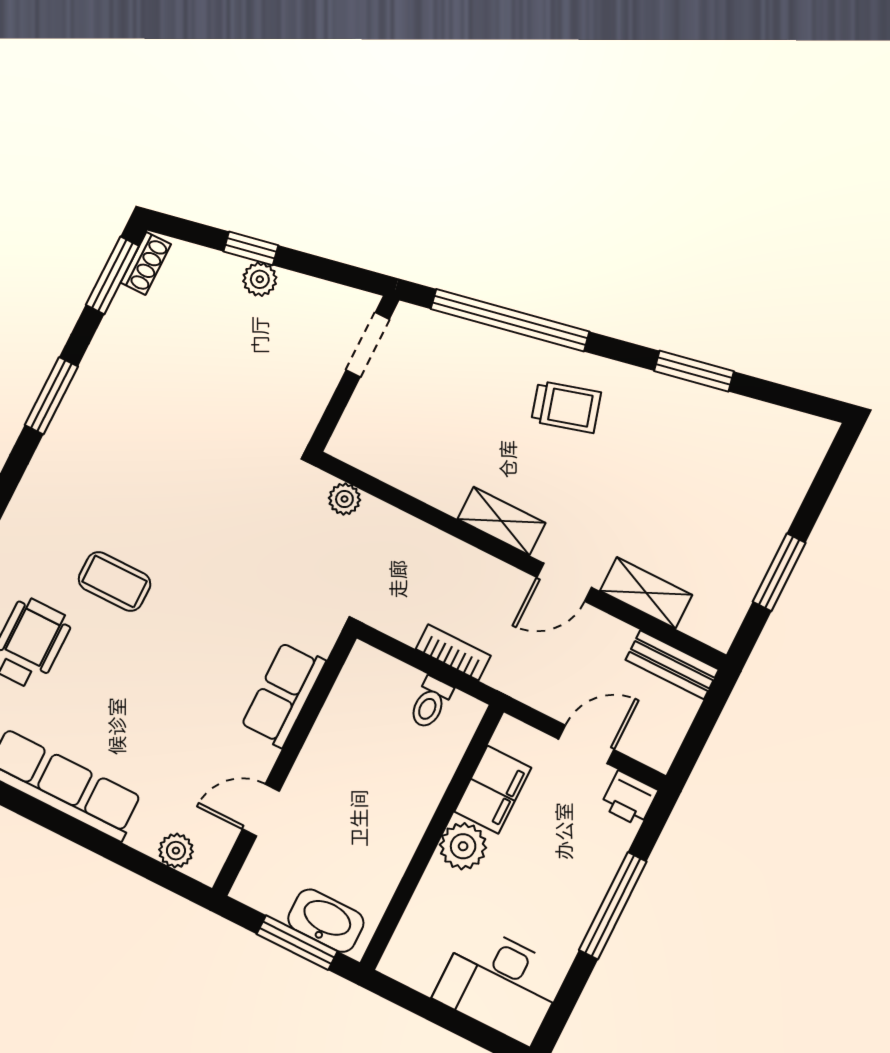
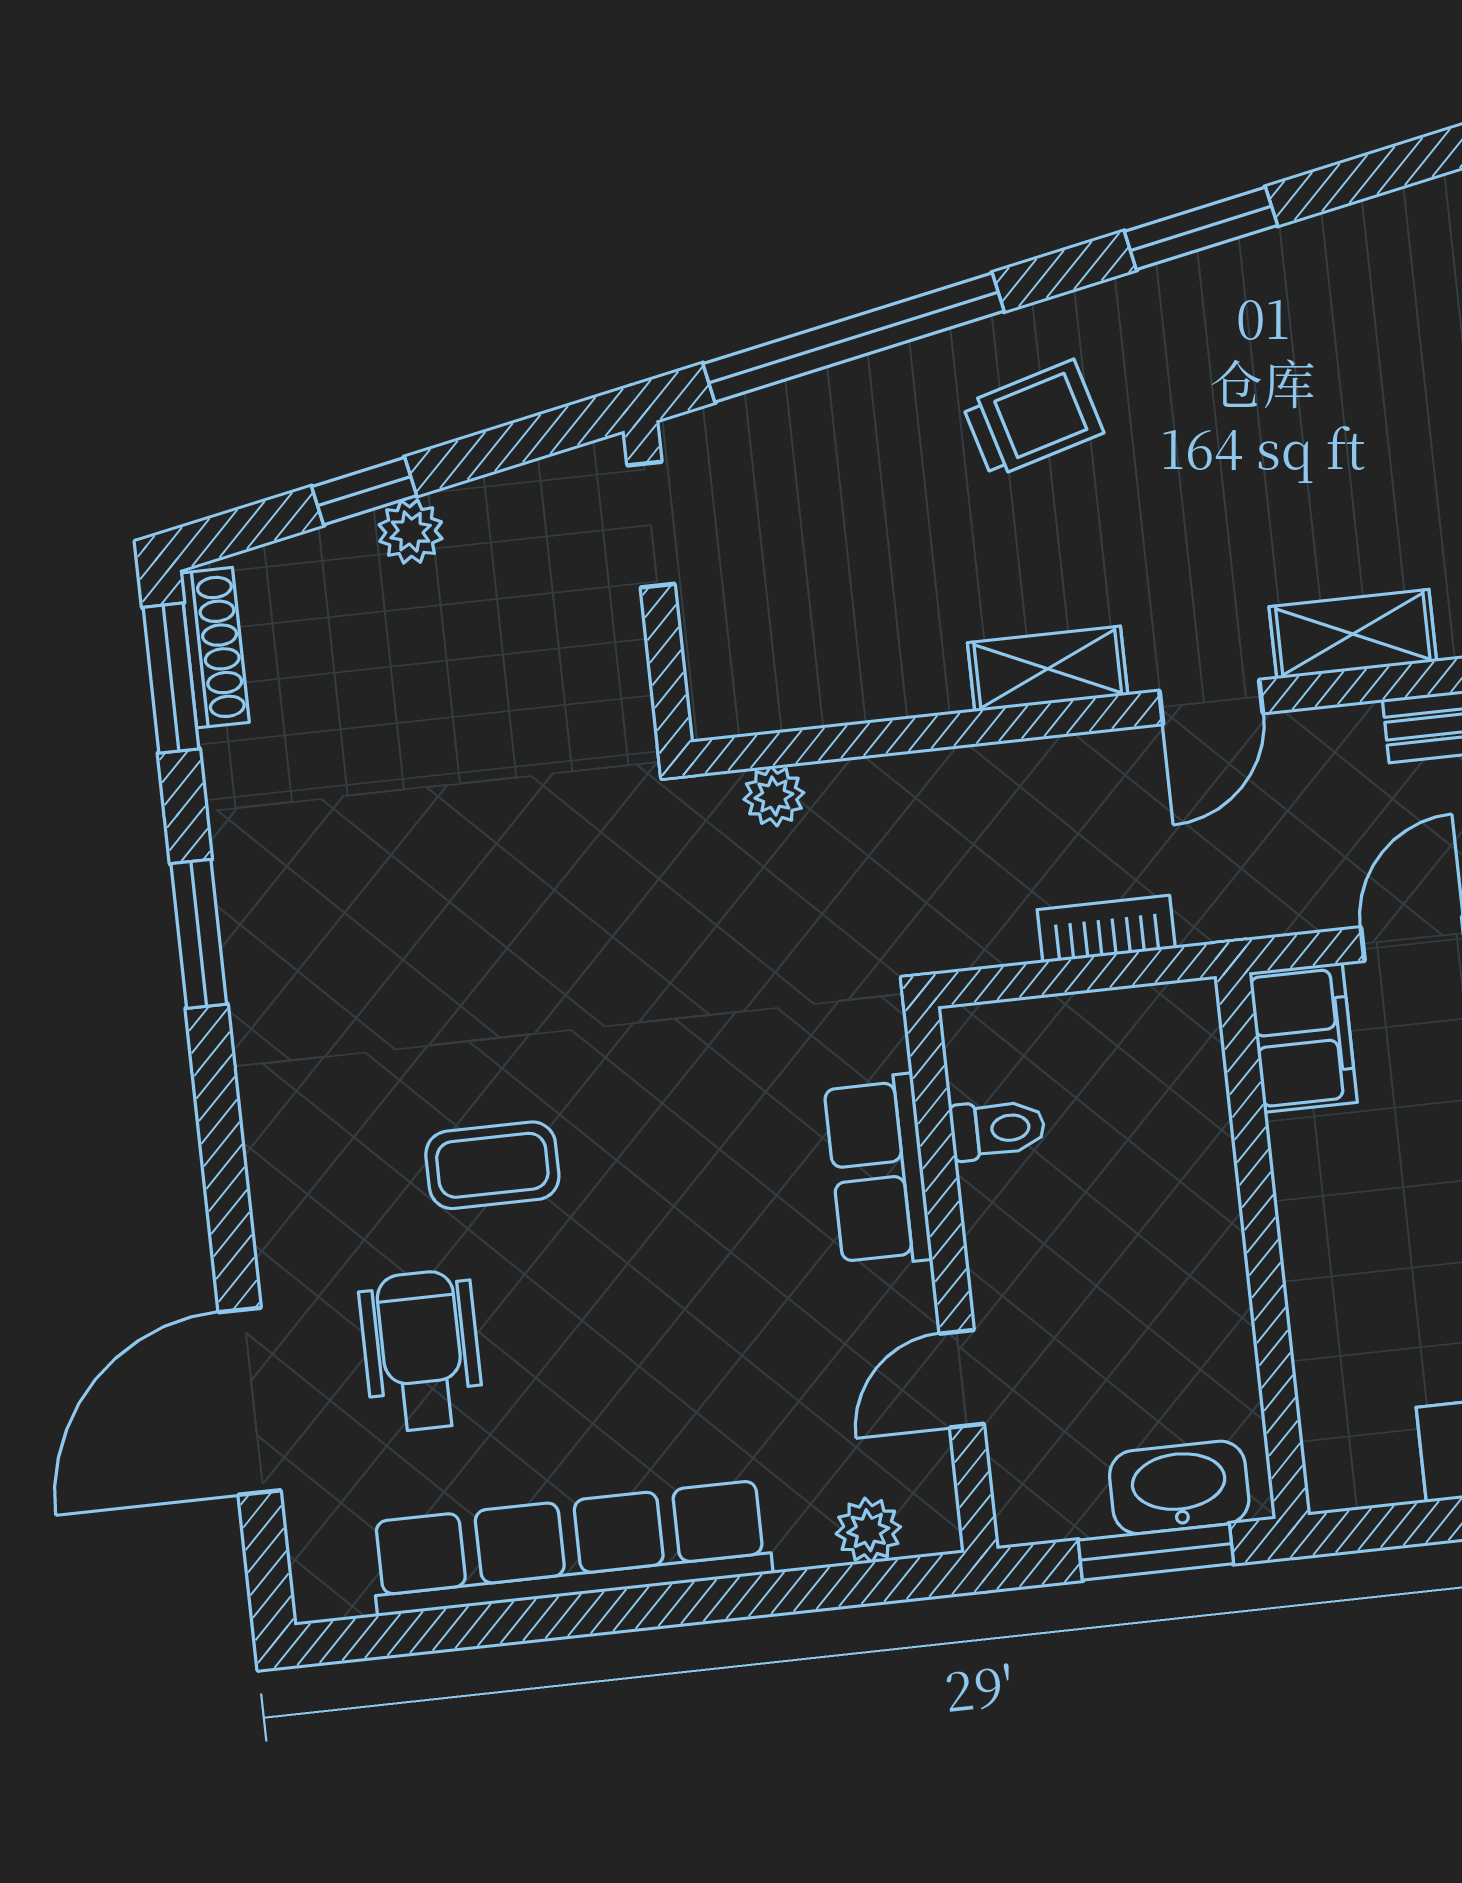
shoe rack: (146, 263) -> (215, 648), width x1.43
toilet: (430, 703) -> (997, 1129), moved, turned -90
filing cabinet: (493, 790) -> (1303, 1037), moved
plant: (463, 846) -> (1321, 1228), removed

